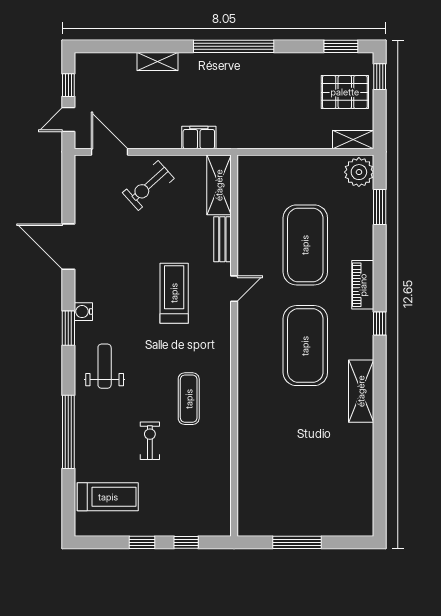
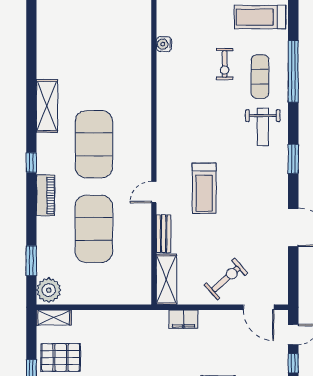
water cooler: (83, 312) -> (164, 44), moved, turned 180
exercise mat: (189, 399) -> (260, 77), moved

